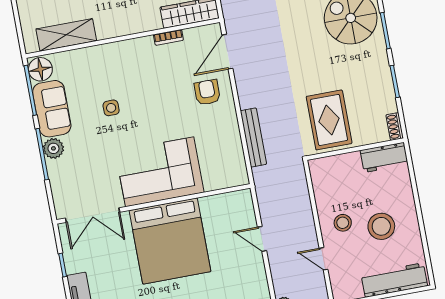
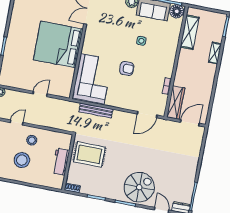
door: (227, 52) -> (147, 115), swing flipped
armchair: (207, 92) -> (127, 68), moved
workbench: (384, 157) -> (61, 162), moved
corner sofa: (160, 172) -> (92, 79), moved

